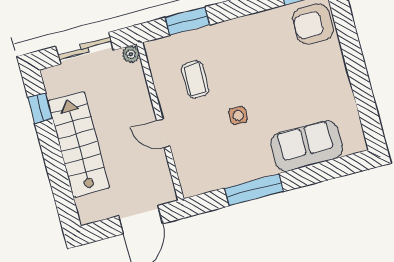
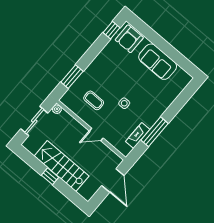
window: (40, 108) -> (50, 176), moved
sofa: (306, 146) -> (158, 62), moved, turned -90
fireplace: (225, 178) -> (138, 135), added

